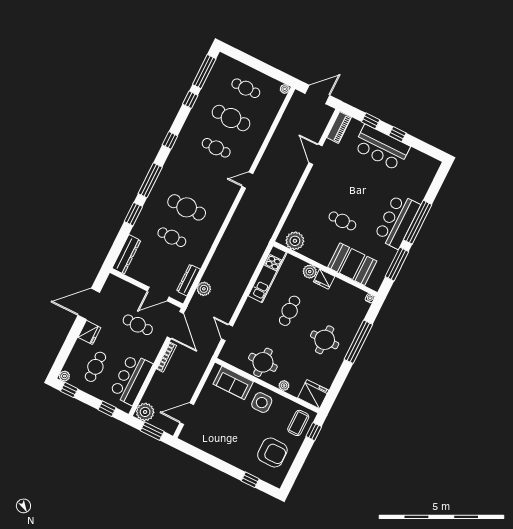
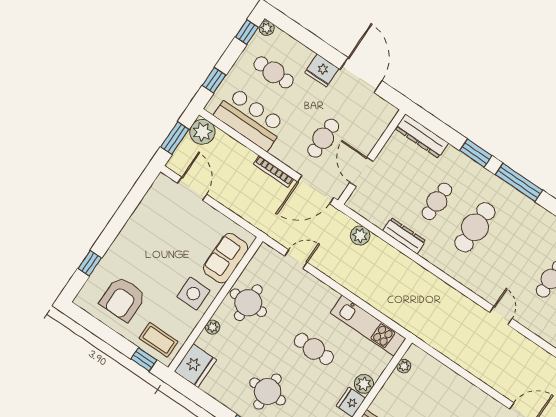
plant: (295, 241) -> (404, 366), width x0.53, depth x0.53
dresser: (188, 280) -> (404, 236), moved

